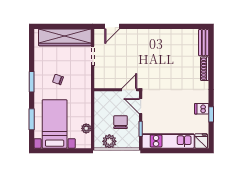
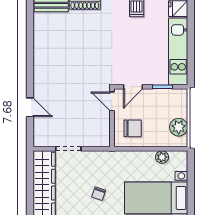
door: (112, 26) -> (30, 107), moved
chair: (120, 122) -> (133, 128), moved, turned 180

